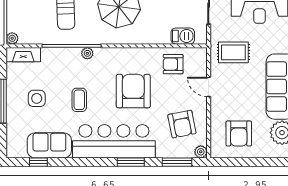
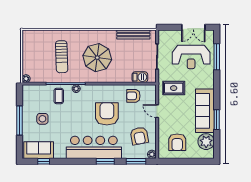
fireplace: (23, 55) -> (33, 90), removed
coffee table: (79, 100) -> (59, 96), moved
sofa: (49, 145) -> (39, 150), moved

